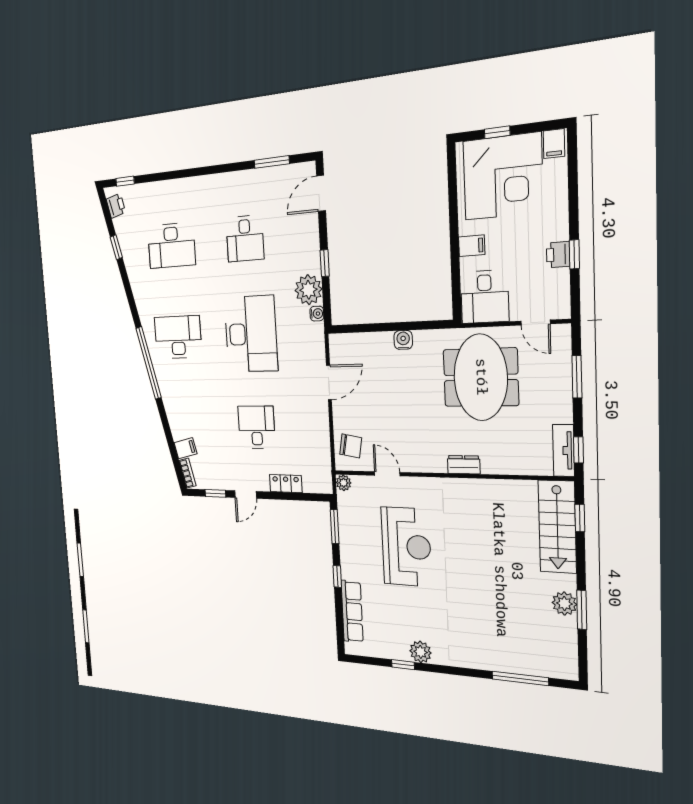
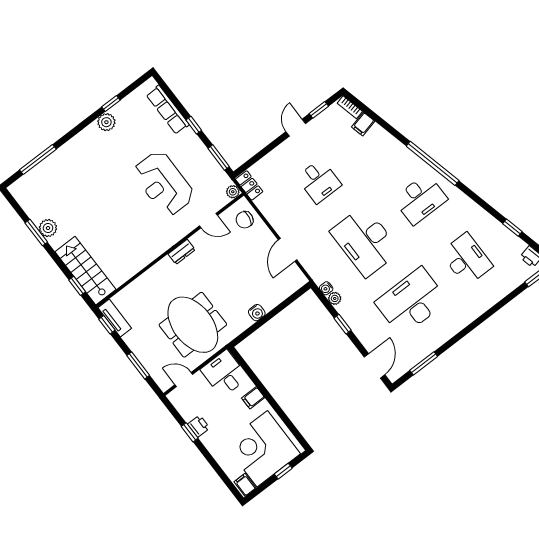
desk: (245, 239) -> (411, 302), width x1.87, depth x1.30
desk: (171, 245) -> (467, 259), turned 90
plant: (308, 290) -> (335, 298), width x0.53, depth x0.53
dresser: (464, 465) -> (182, 252), moved
locker: (286, 484) -> (249, 185), moved, turned -90

